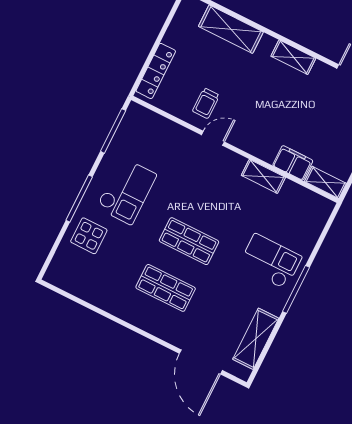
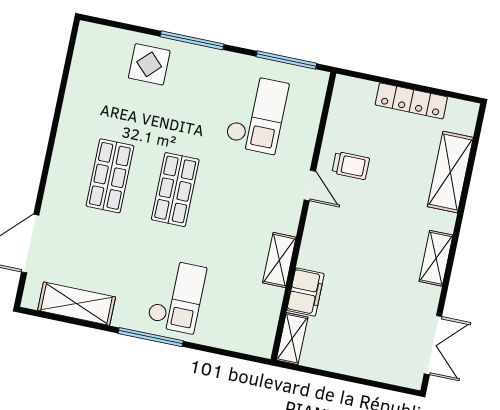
locker: (156, 71) -> (411, 101), moved
trolley: (206, 103) -> (351, 165), turned 180
checkout: (126, 191) -> (257, 114), moved, turned -90

